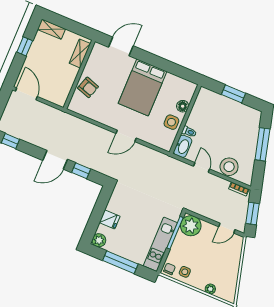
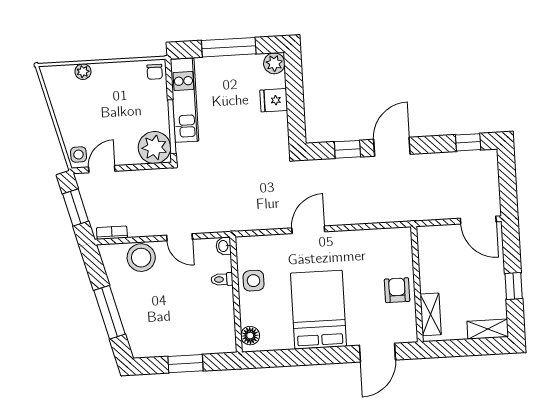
armchair: (88, 87) -> (397, 290), moved, turned 72
floor lamp: (183, 106) -> (250, 336), moved
washbasin: (183, 146) -> (224, 246), width x0.52, depth x0.69
side table: (185, 272) -> (78, 155), moved

